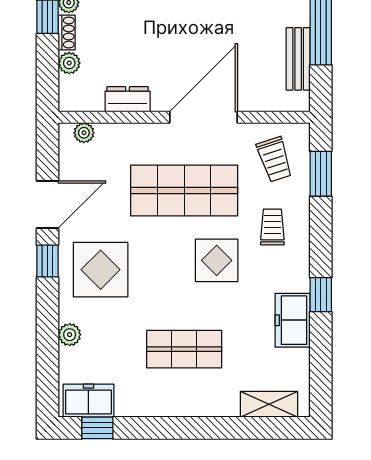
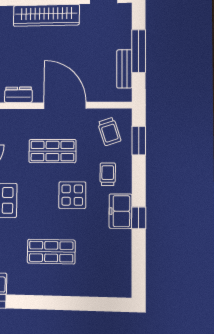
door: (203, 117) -> (65, 105), hinge flipped
shop shelf: (184, 191) -> (52, 151), width x0.70, depth x0.74
freezer: (293, 320) -> (120, 211), moved
shelving: (269, 404) -> (105, 289), removed

